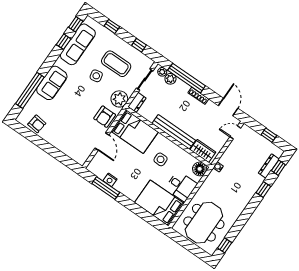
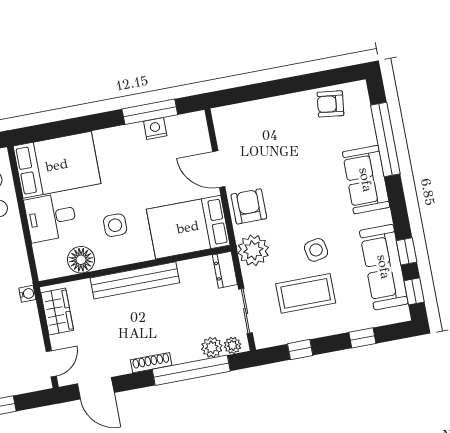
wardrobe: (203, 151) -> (57, 312), moved, turned -90
floor lamp: (200, 169) -> (81, 260), moved

